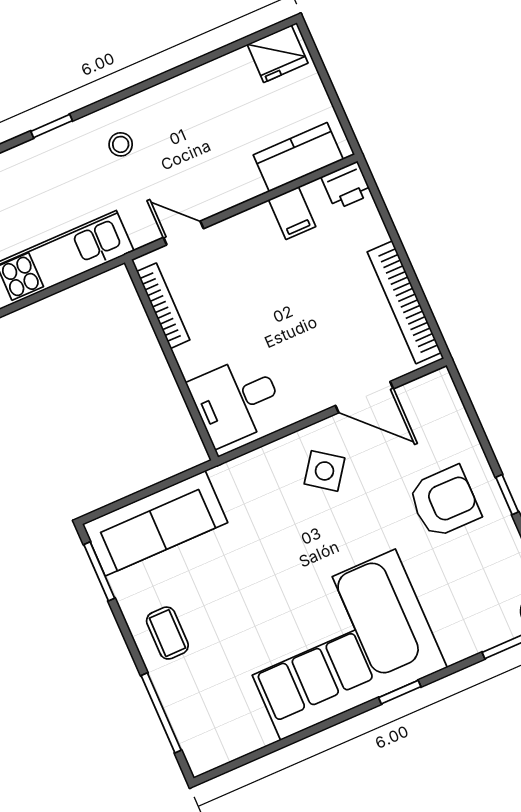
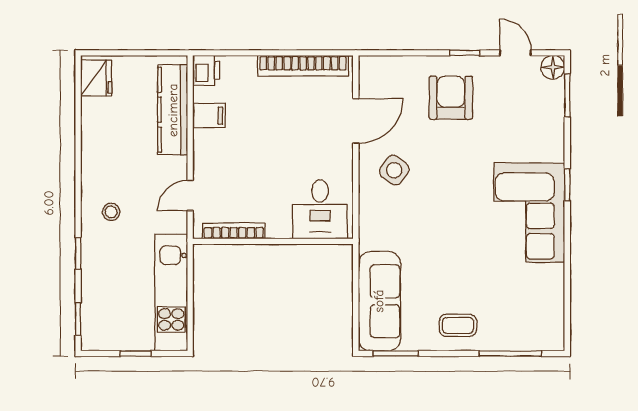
kitchen counter: (298, 157) -> (173, 110), width x1.50
corner sofa: (338, 645) -> (529, 213), width x0.73, depth x0.74

